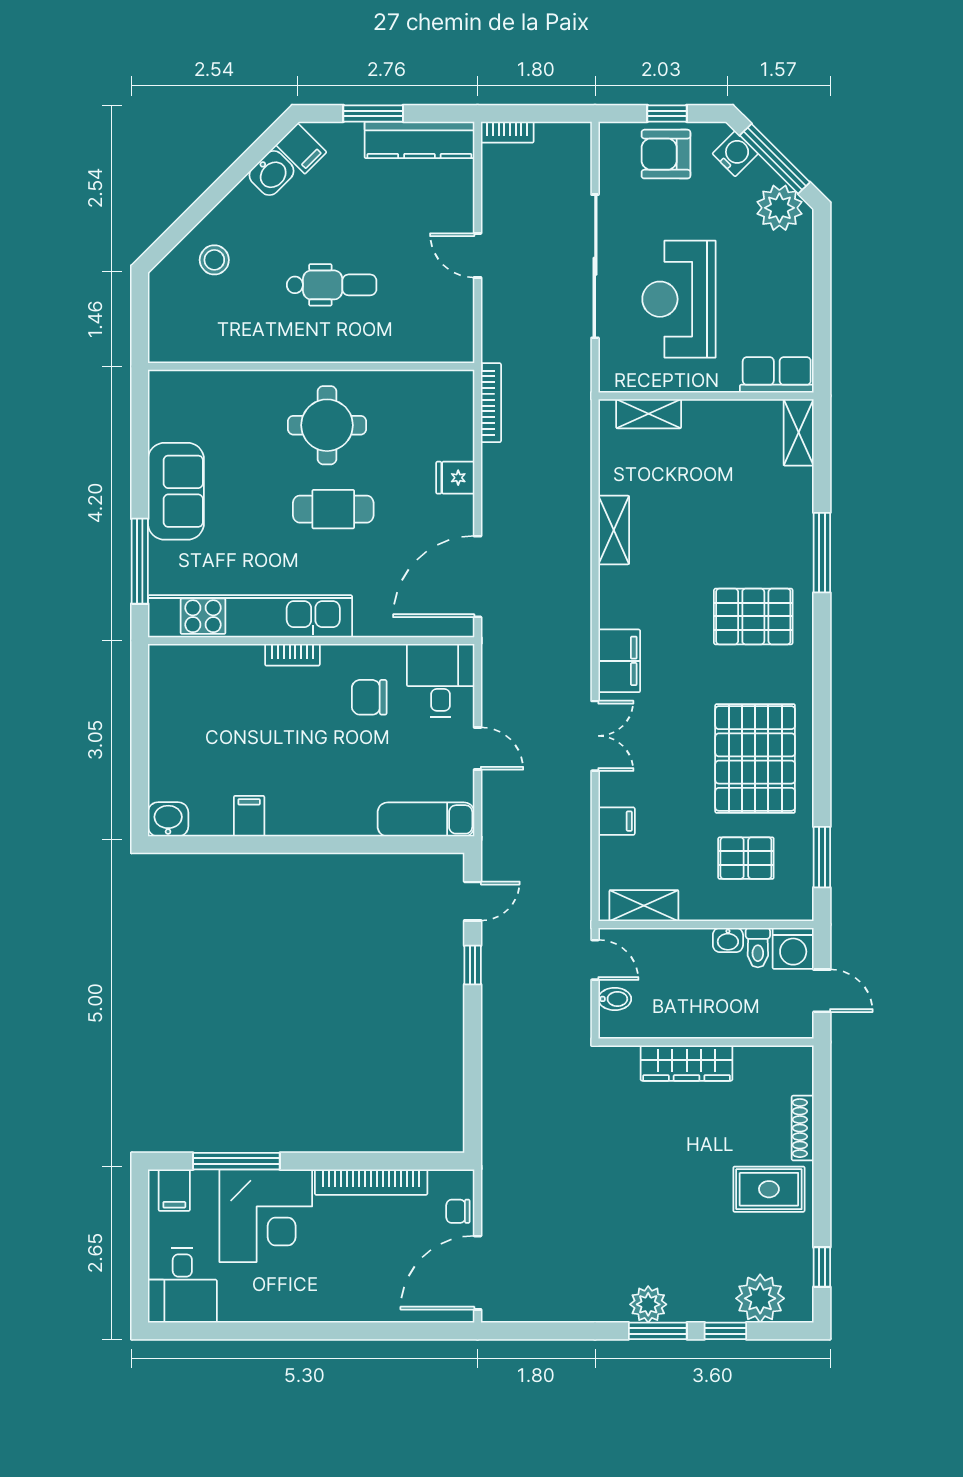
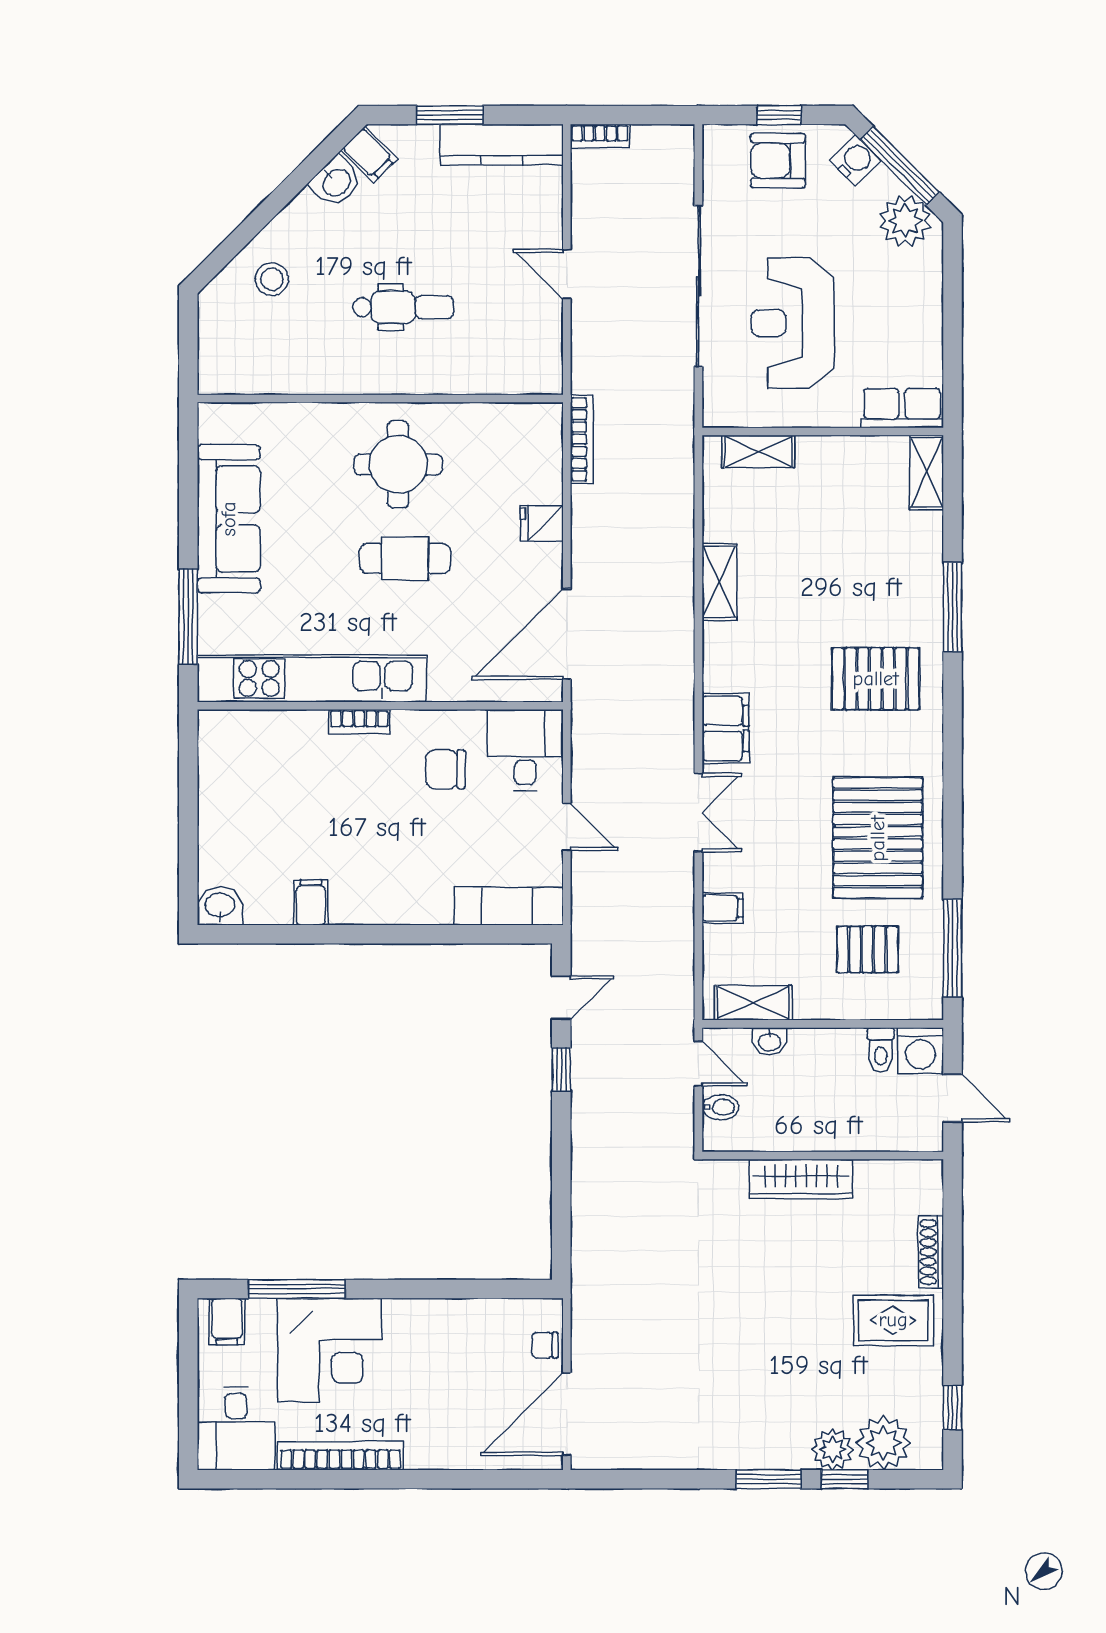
sofa: (176, 491) -> (229, 519), width x1.36
window: (822, 857) -> (953, 948), width x1.44
washbasin: (728, 940) -> (770, 1041), moved
bookcase: (371, 1182) -> (341, 1456), moved, turned 180
plant: (648, 1304) -> (833, 1449), moved

